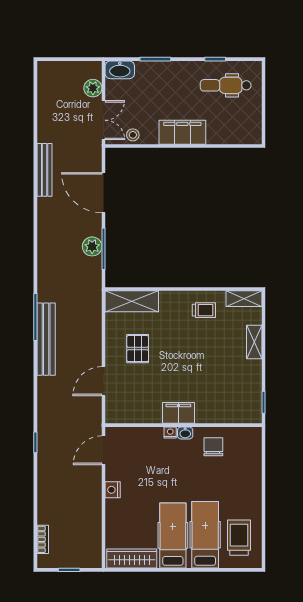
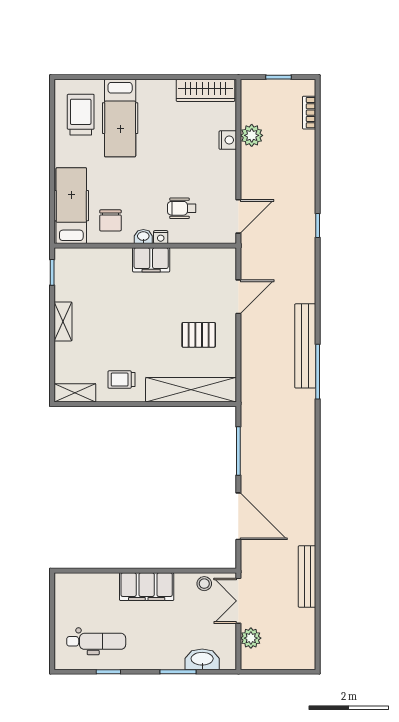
washbasin: (120, 70) -> (202, 659), moved
bench: (45, 170) -> (307, 577), moved
plant: (92, 246) -> (252, 135), moved
shelving: (132, 301) -> (191, 390), width x1.47
shelving: (254, 342) -> (63, 321), moved
pallet: (138, 349) -> (199, 335), turned 90
wheelchair: (152, 457) -> (182, 208), added
nightstand: (113, 490) -> (228, 140), moved
hospital bed: (173, 535) -> (71, 206), moved, turned 180
trolley: (239, 538) -> (81, 115), turned 180

